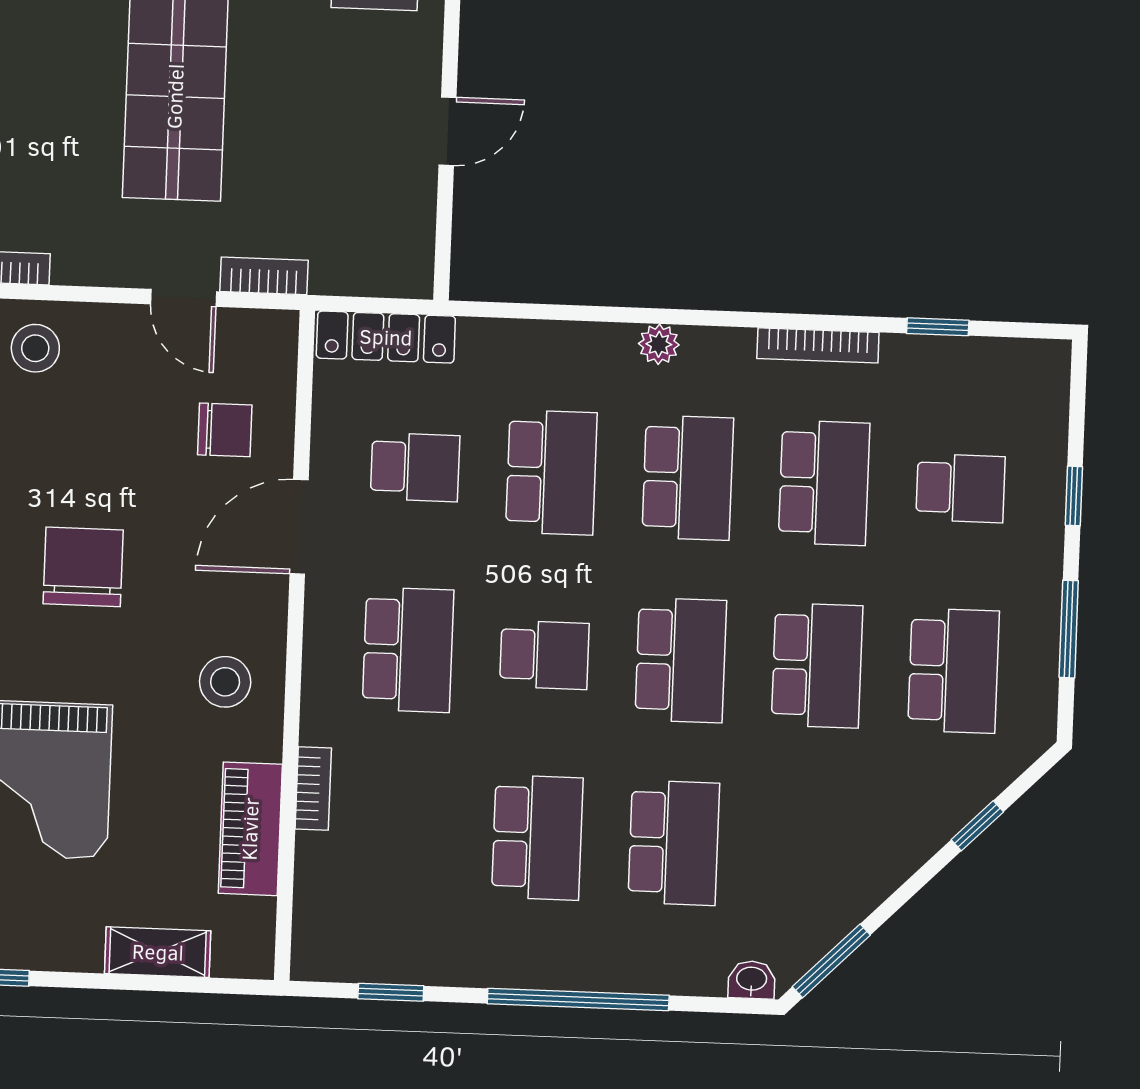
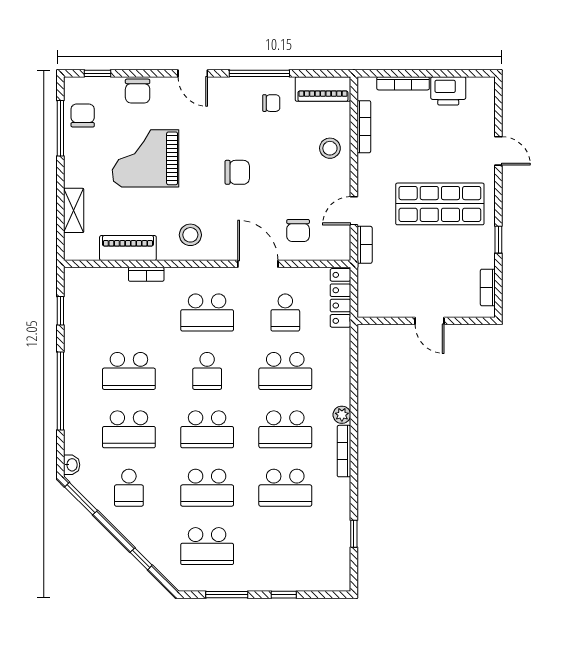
bookcase: (818, 345) -> (344, 451), moved
school desk: (960, 488) -> (129, 488), moved
chair: (83, 567) -> (237, 172), width x0.73, depth x0.73

